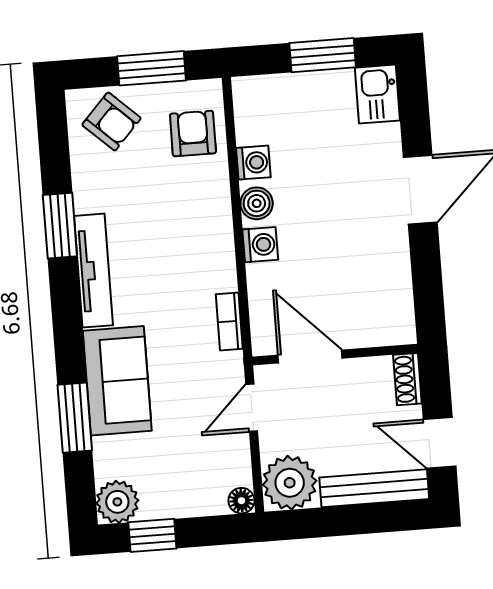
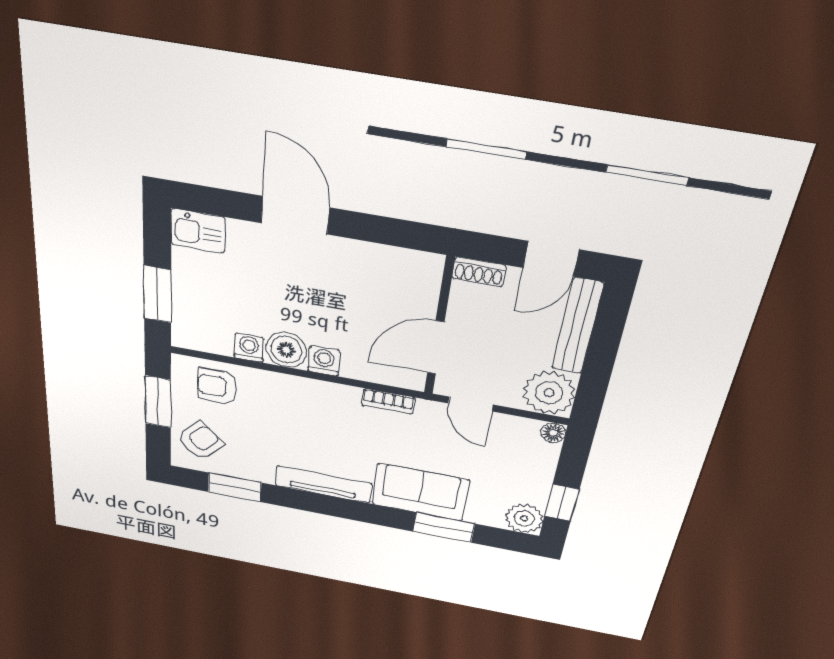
window: (323, 55) -> (157, 294), moved
boiler: (257, 203) -> (286, 350), width x1.36, depth x1.36
window: (60, 226) -> (235, 487), moved

